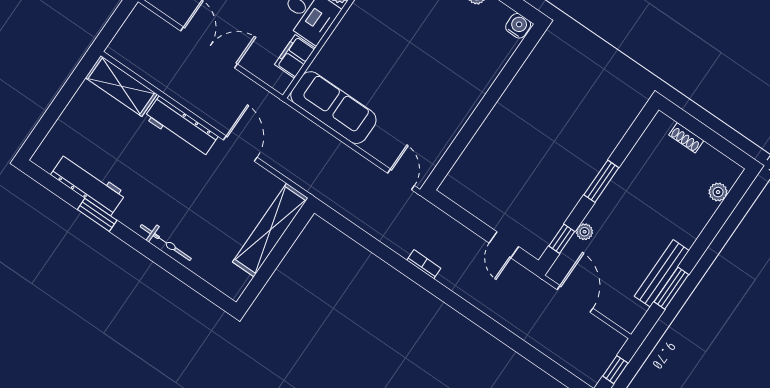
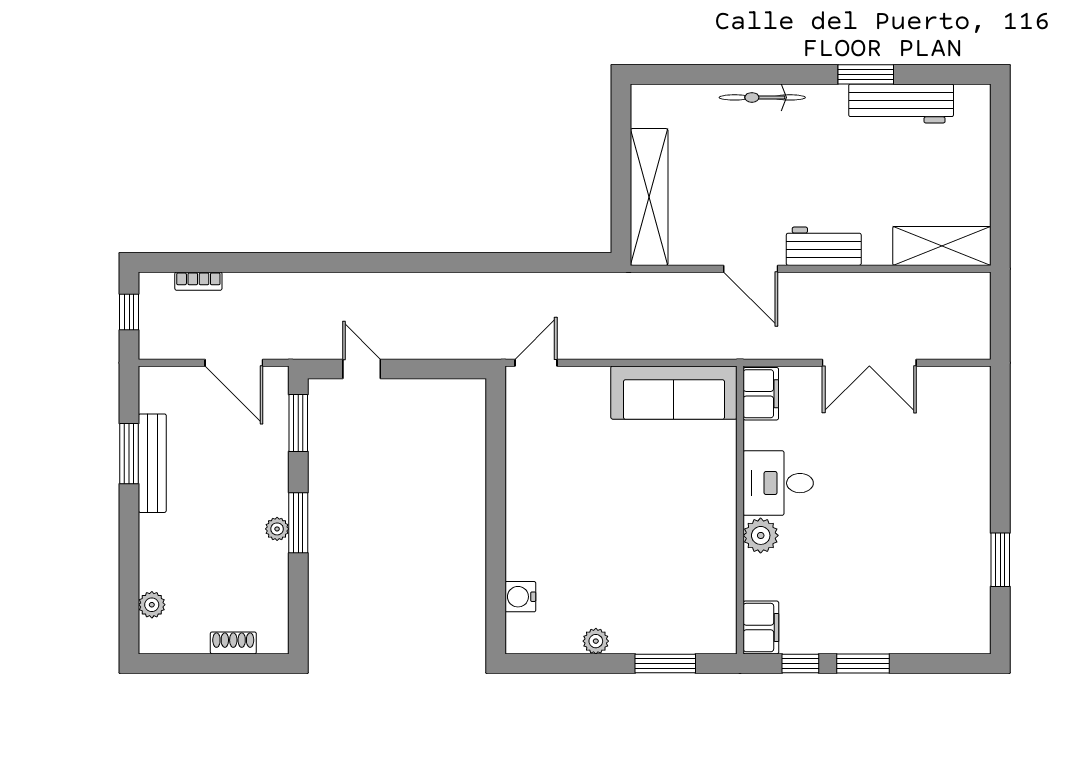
water cooler: (518, 26) -> (520, 597), moved, turned 90
filing cabinet: (295, 56) -> (761, 394), moved
workbench: (181, 127) -> (824, 246), width x0.73
door: (401, 179) -> (536, 363), swing flipped
plant: (585, 232) -> (277, 529), moved
window: (562, 239) -> (298, 423), width x1.50
bookcase: (424, 264) -> (198, 281), moved

